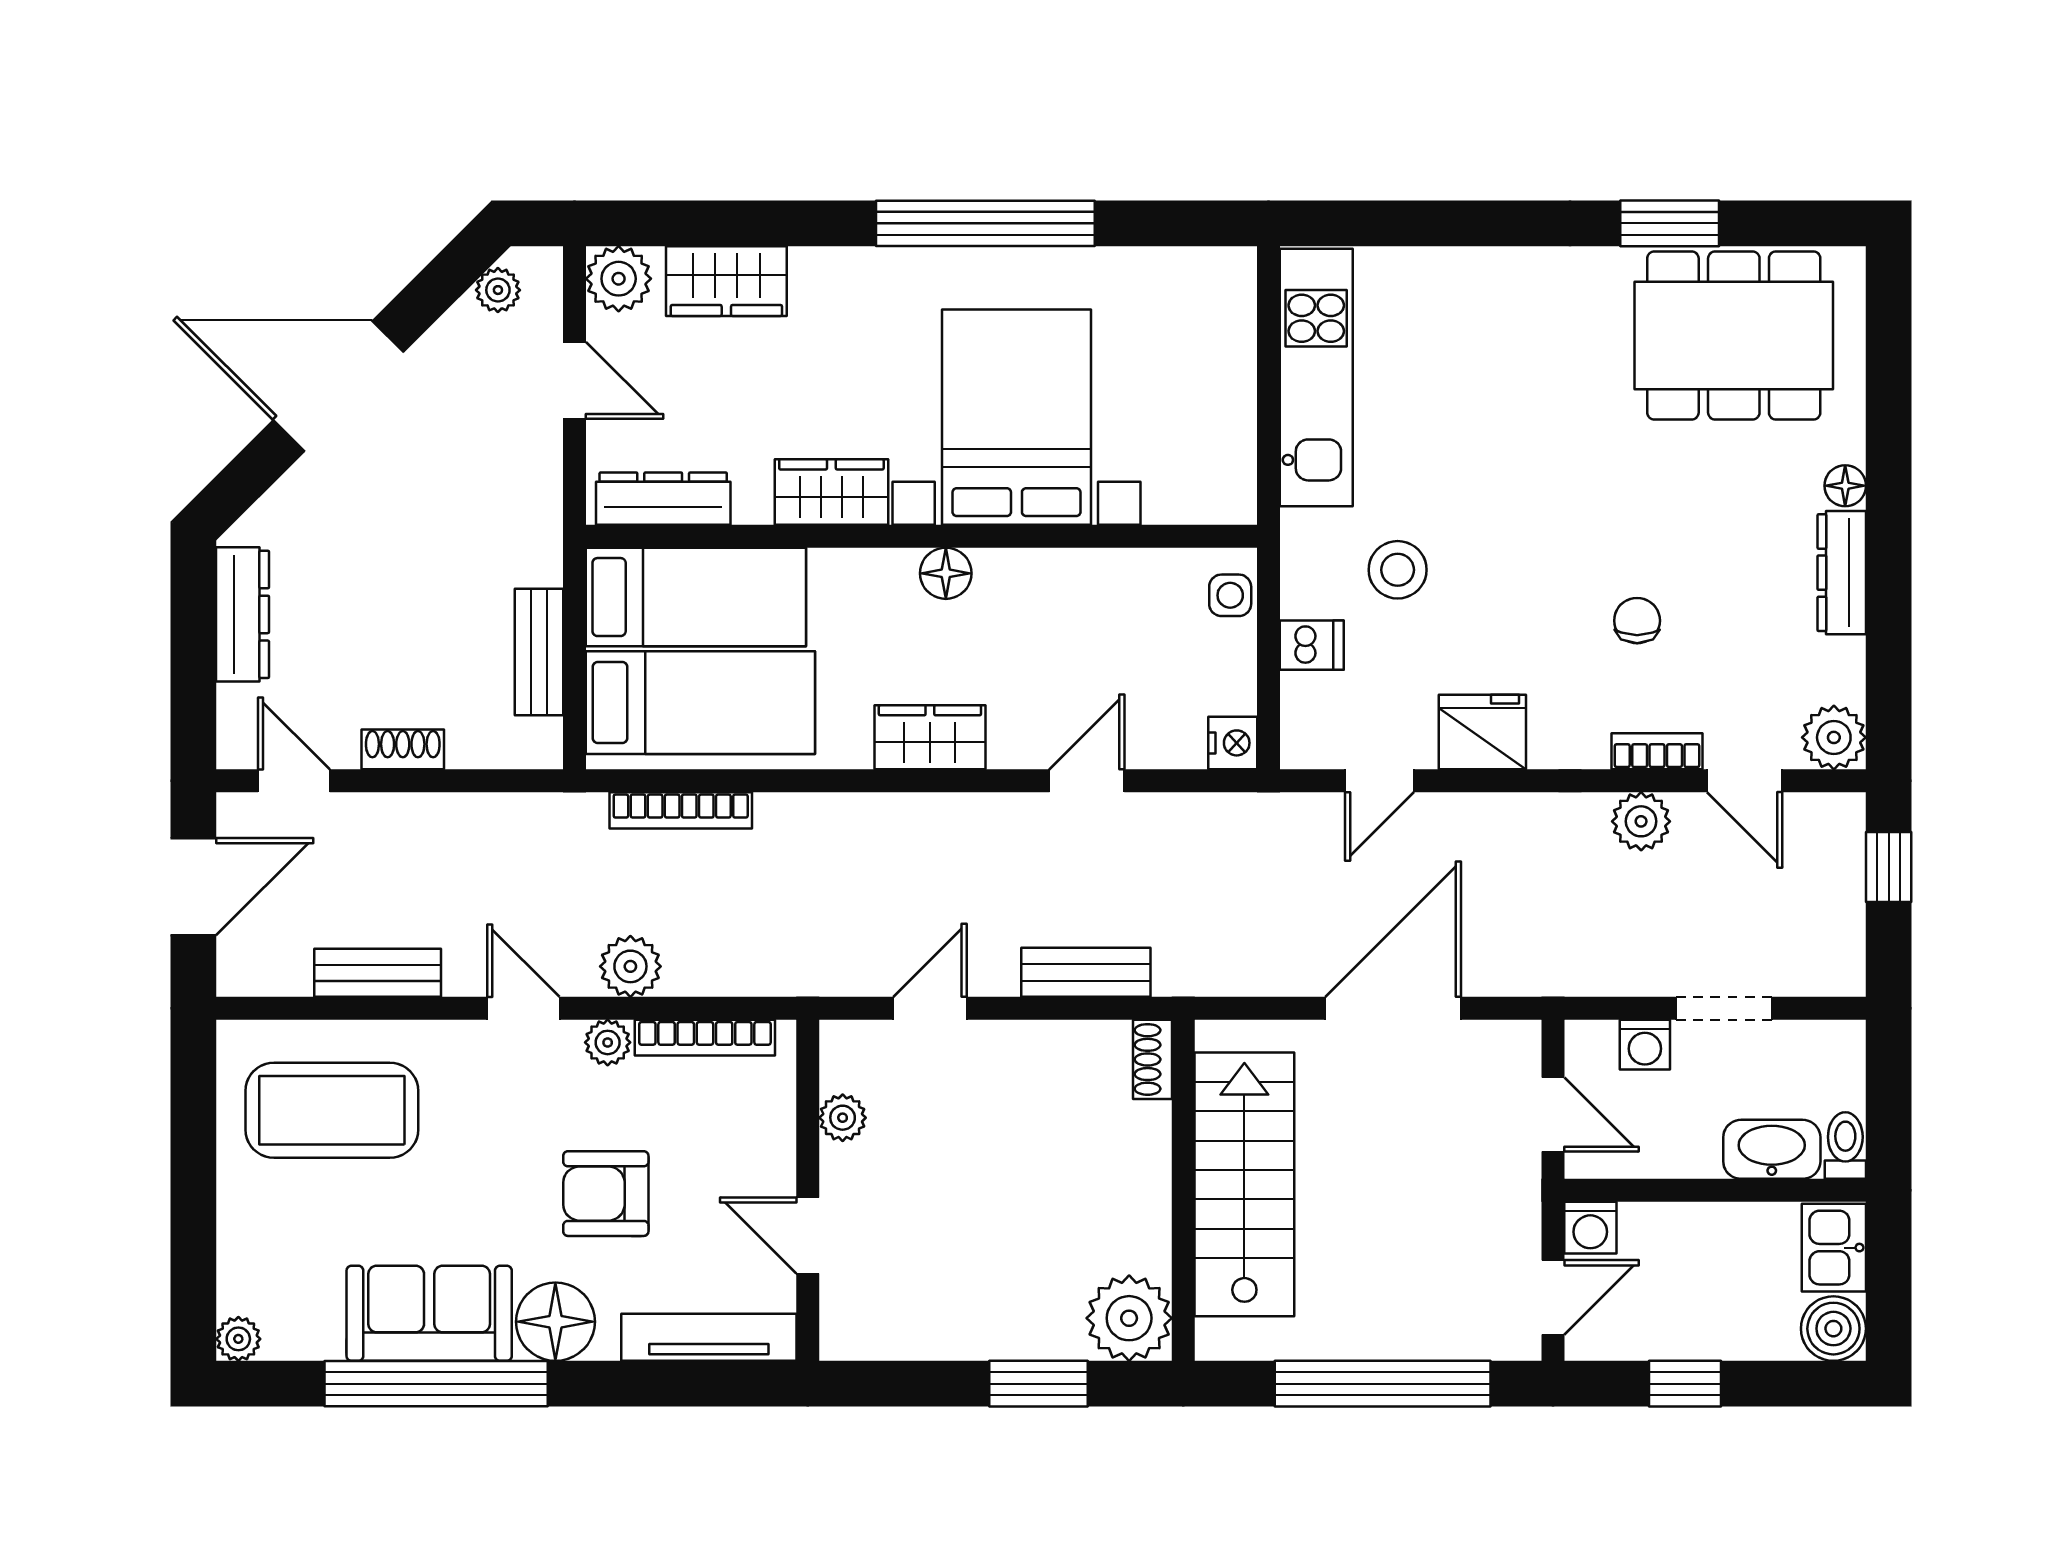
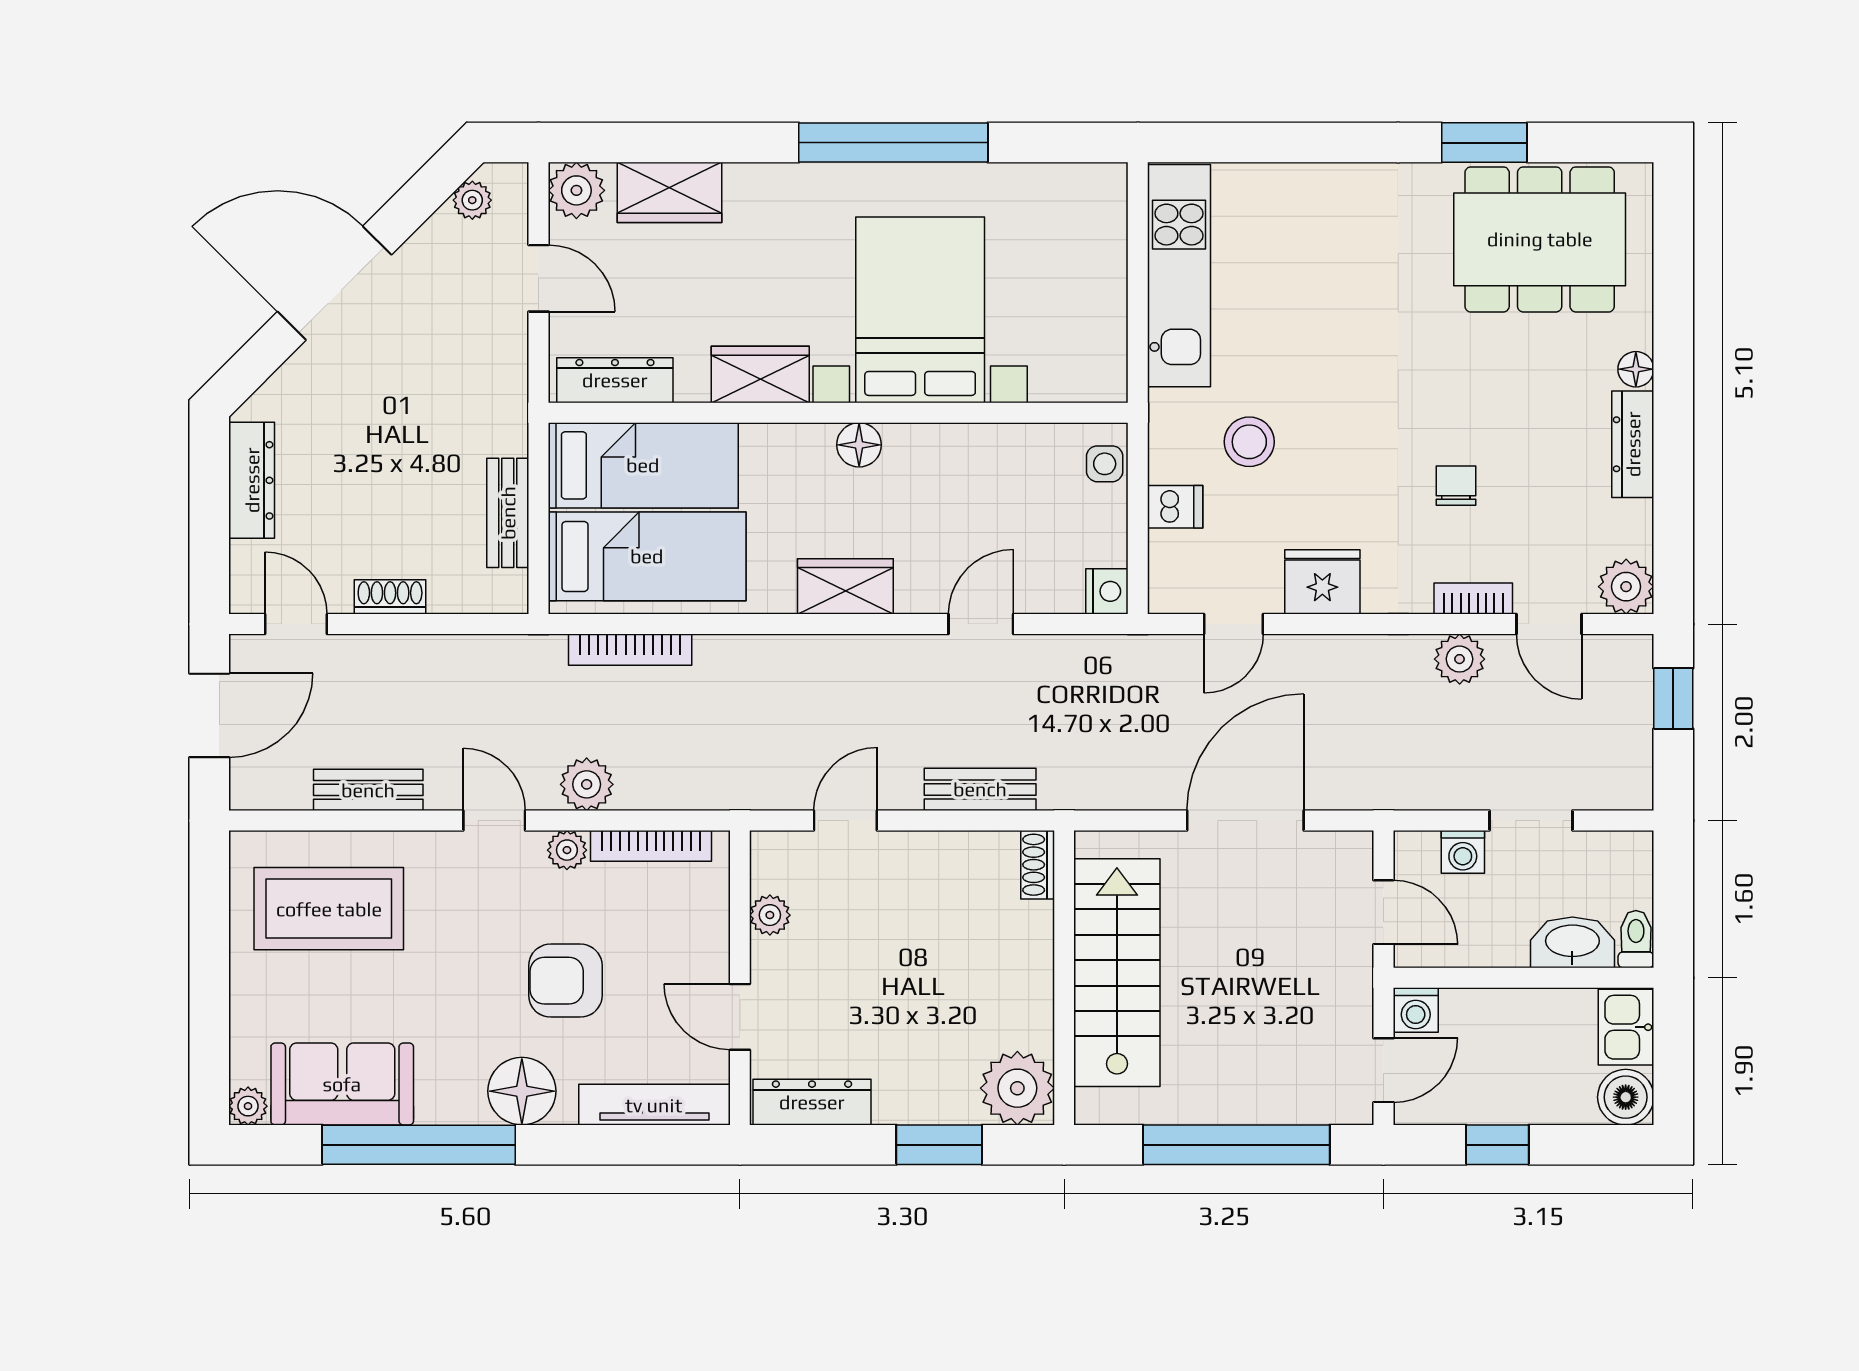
sofa: (429, 1313) -> (342, 1084), moved
dresser: (891, 1334) -> (812, 1102), added

